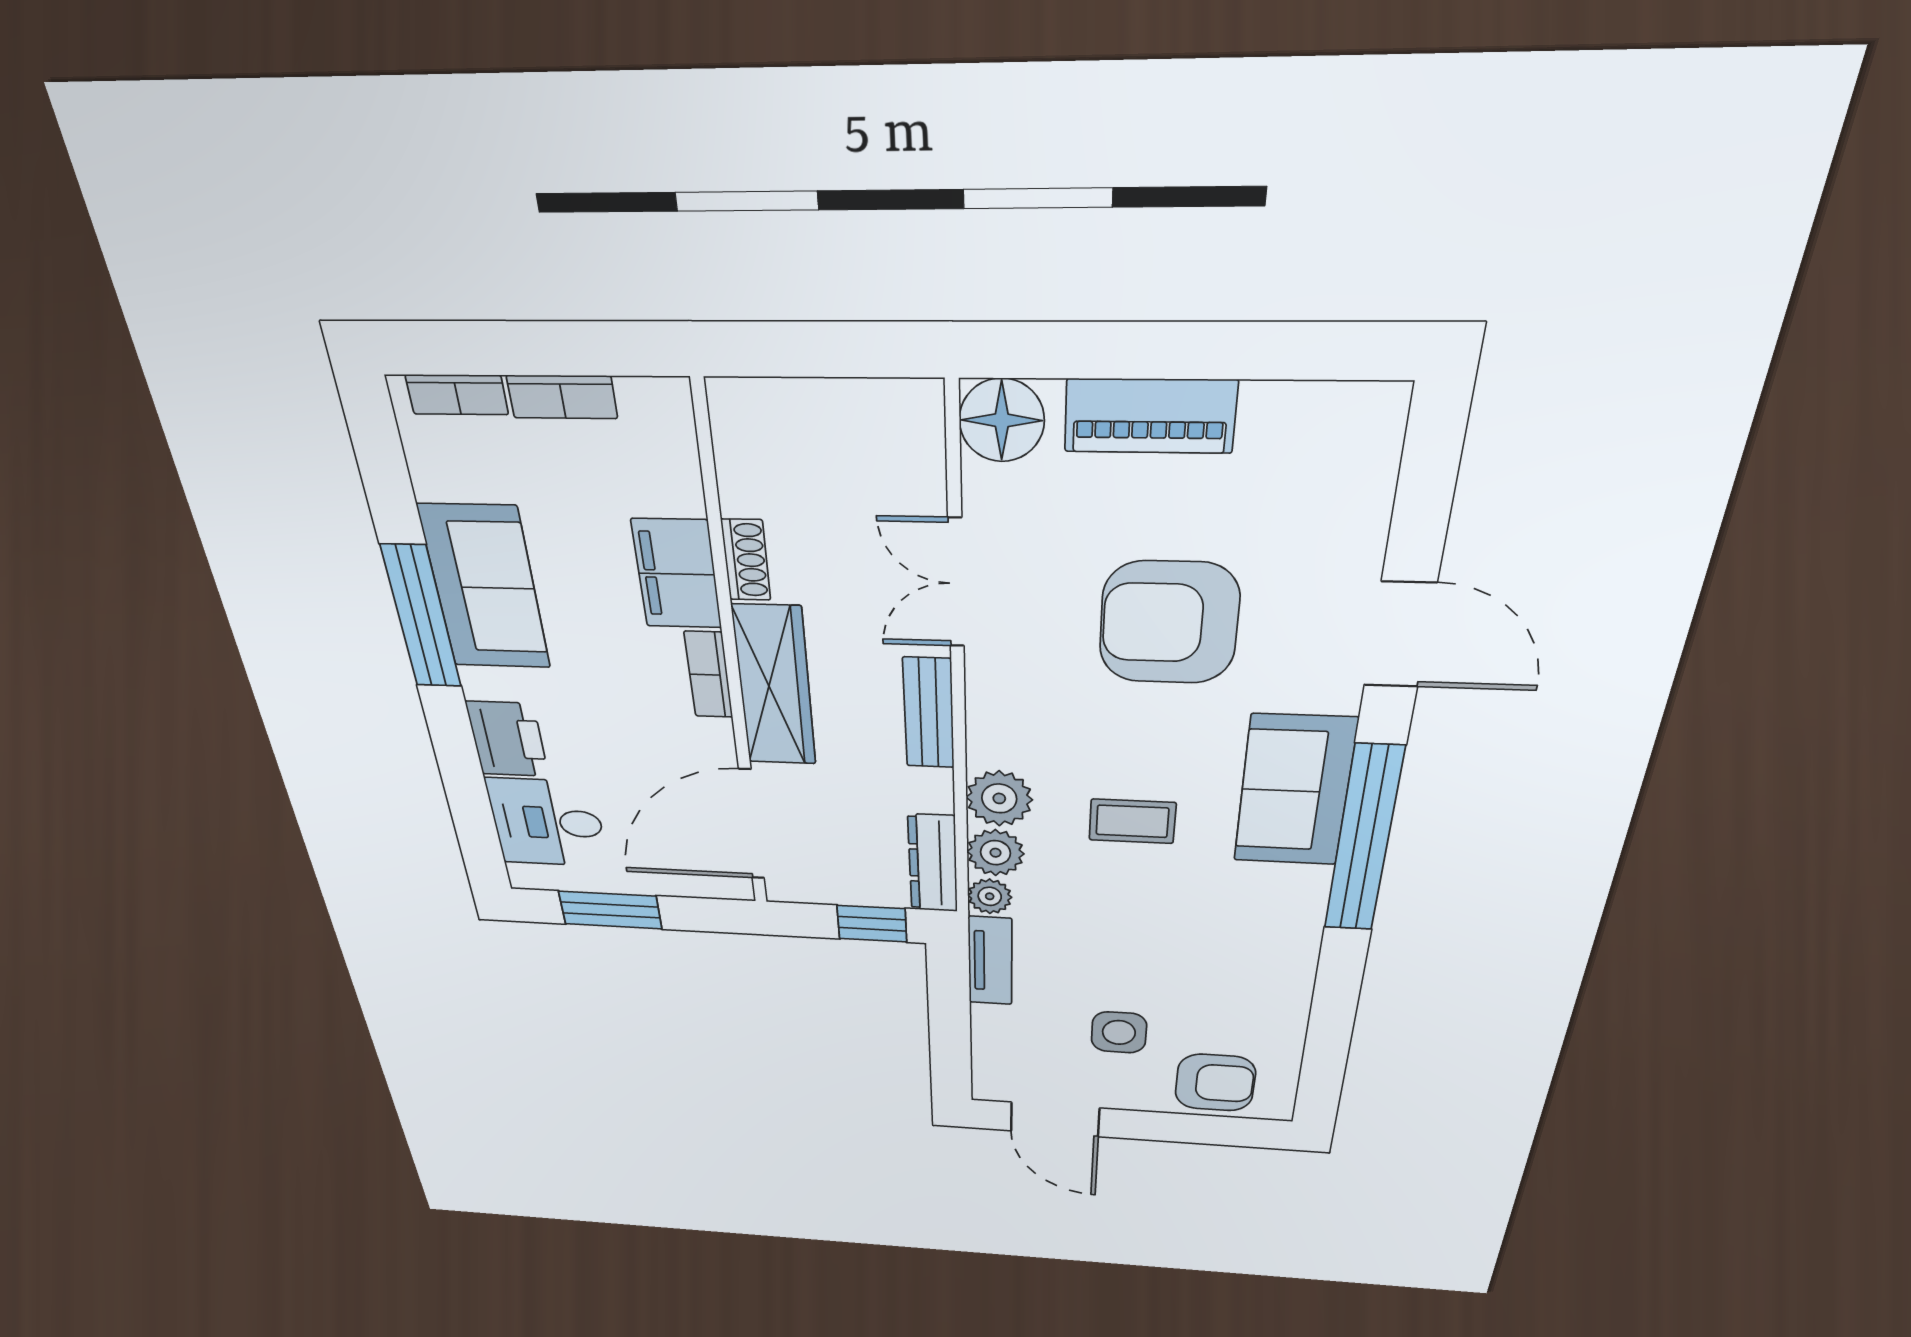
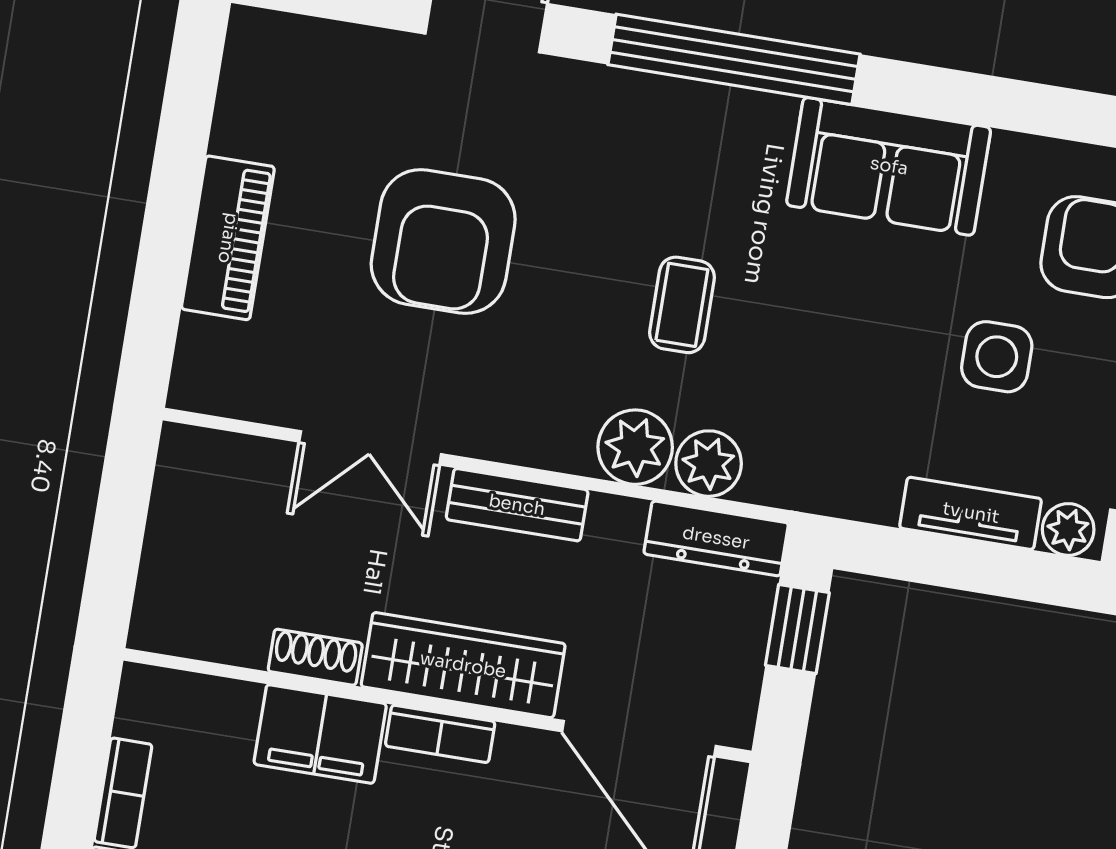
floor lamp: (1002, 420) -> (211, 375), removed
sofa: (1294, 791) -> (889, 166), moved
plant: (990, 896) -> (1068, 529), moved
tv unit: (990, 961) -> (971, 513), moved

